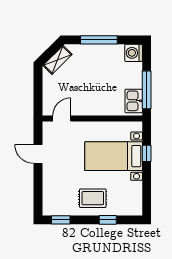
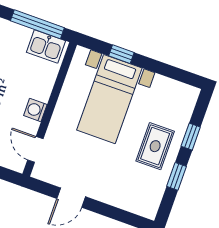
washing machine: (88, 109) -> (35, 110), added
window: (61, 220) -> (177, 176), moved

